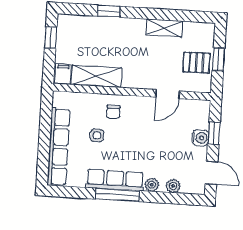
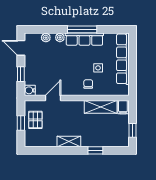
shelving: (164, 28) -> (69, 141), moved
pallet: (196, 63) -> (35, 120), turned 90
water cooler: (200, 138) -> (30, 90), moved

